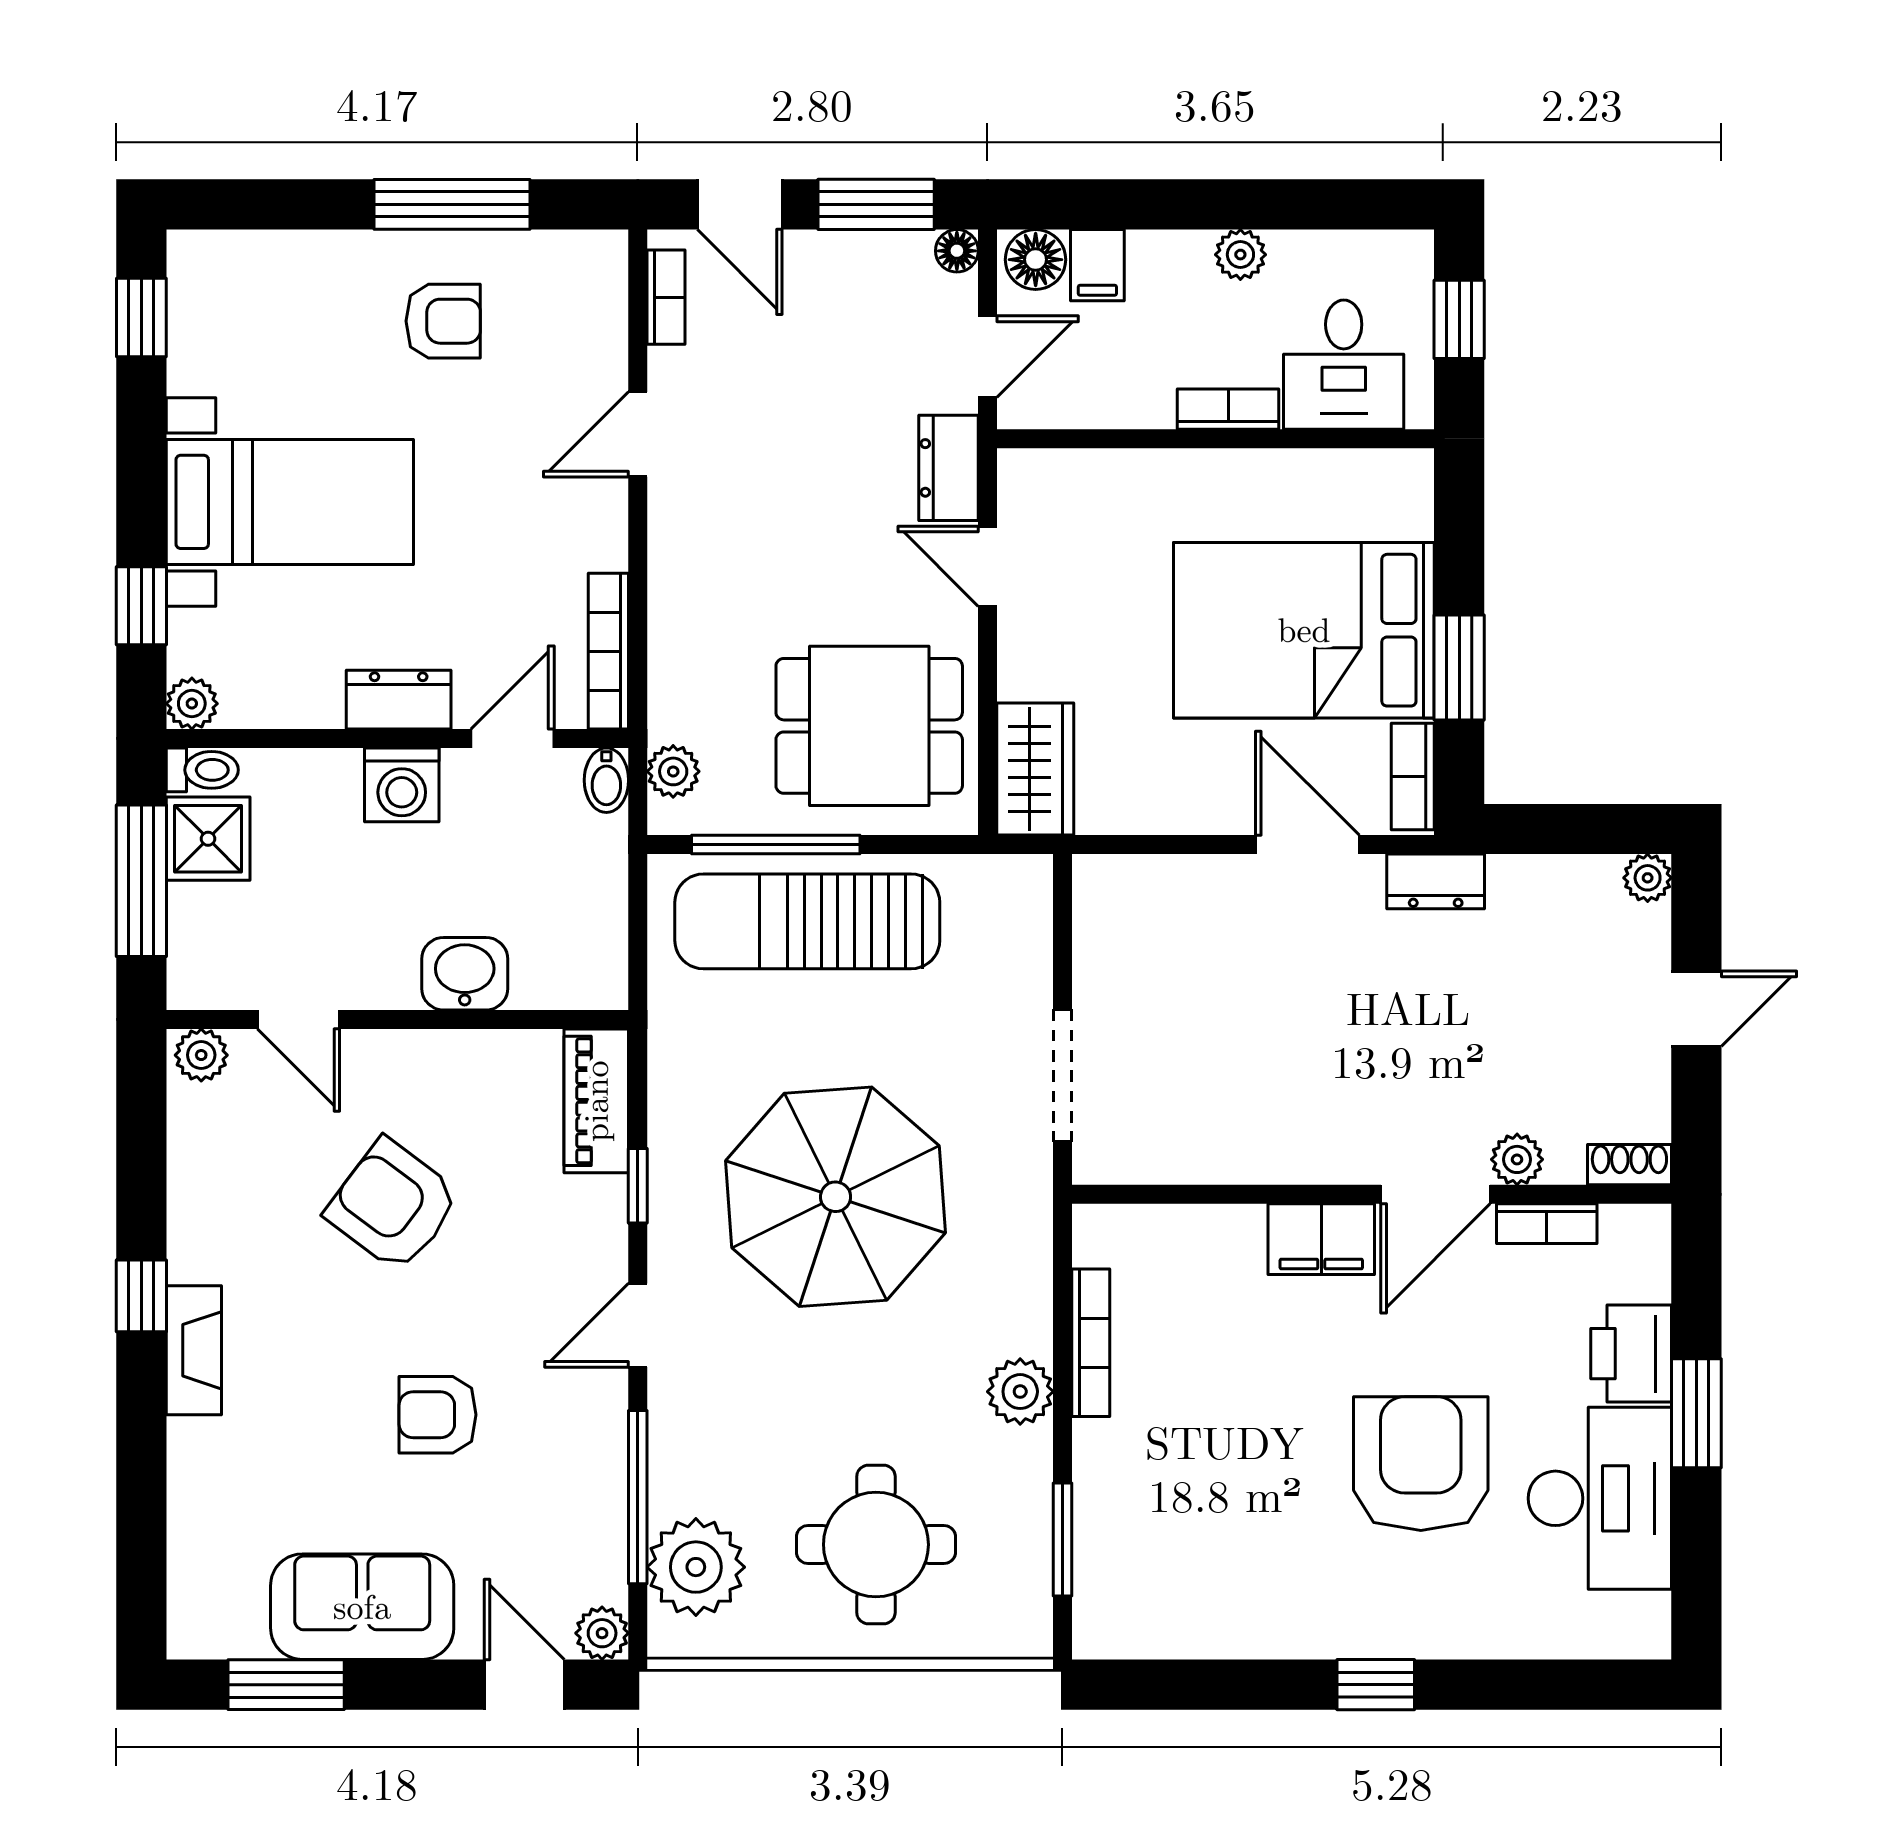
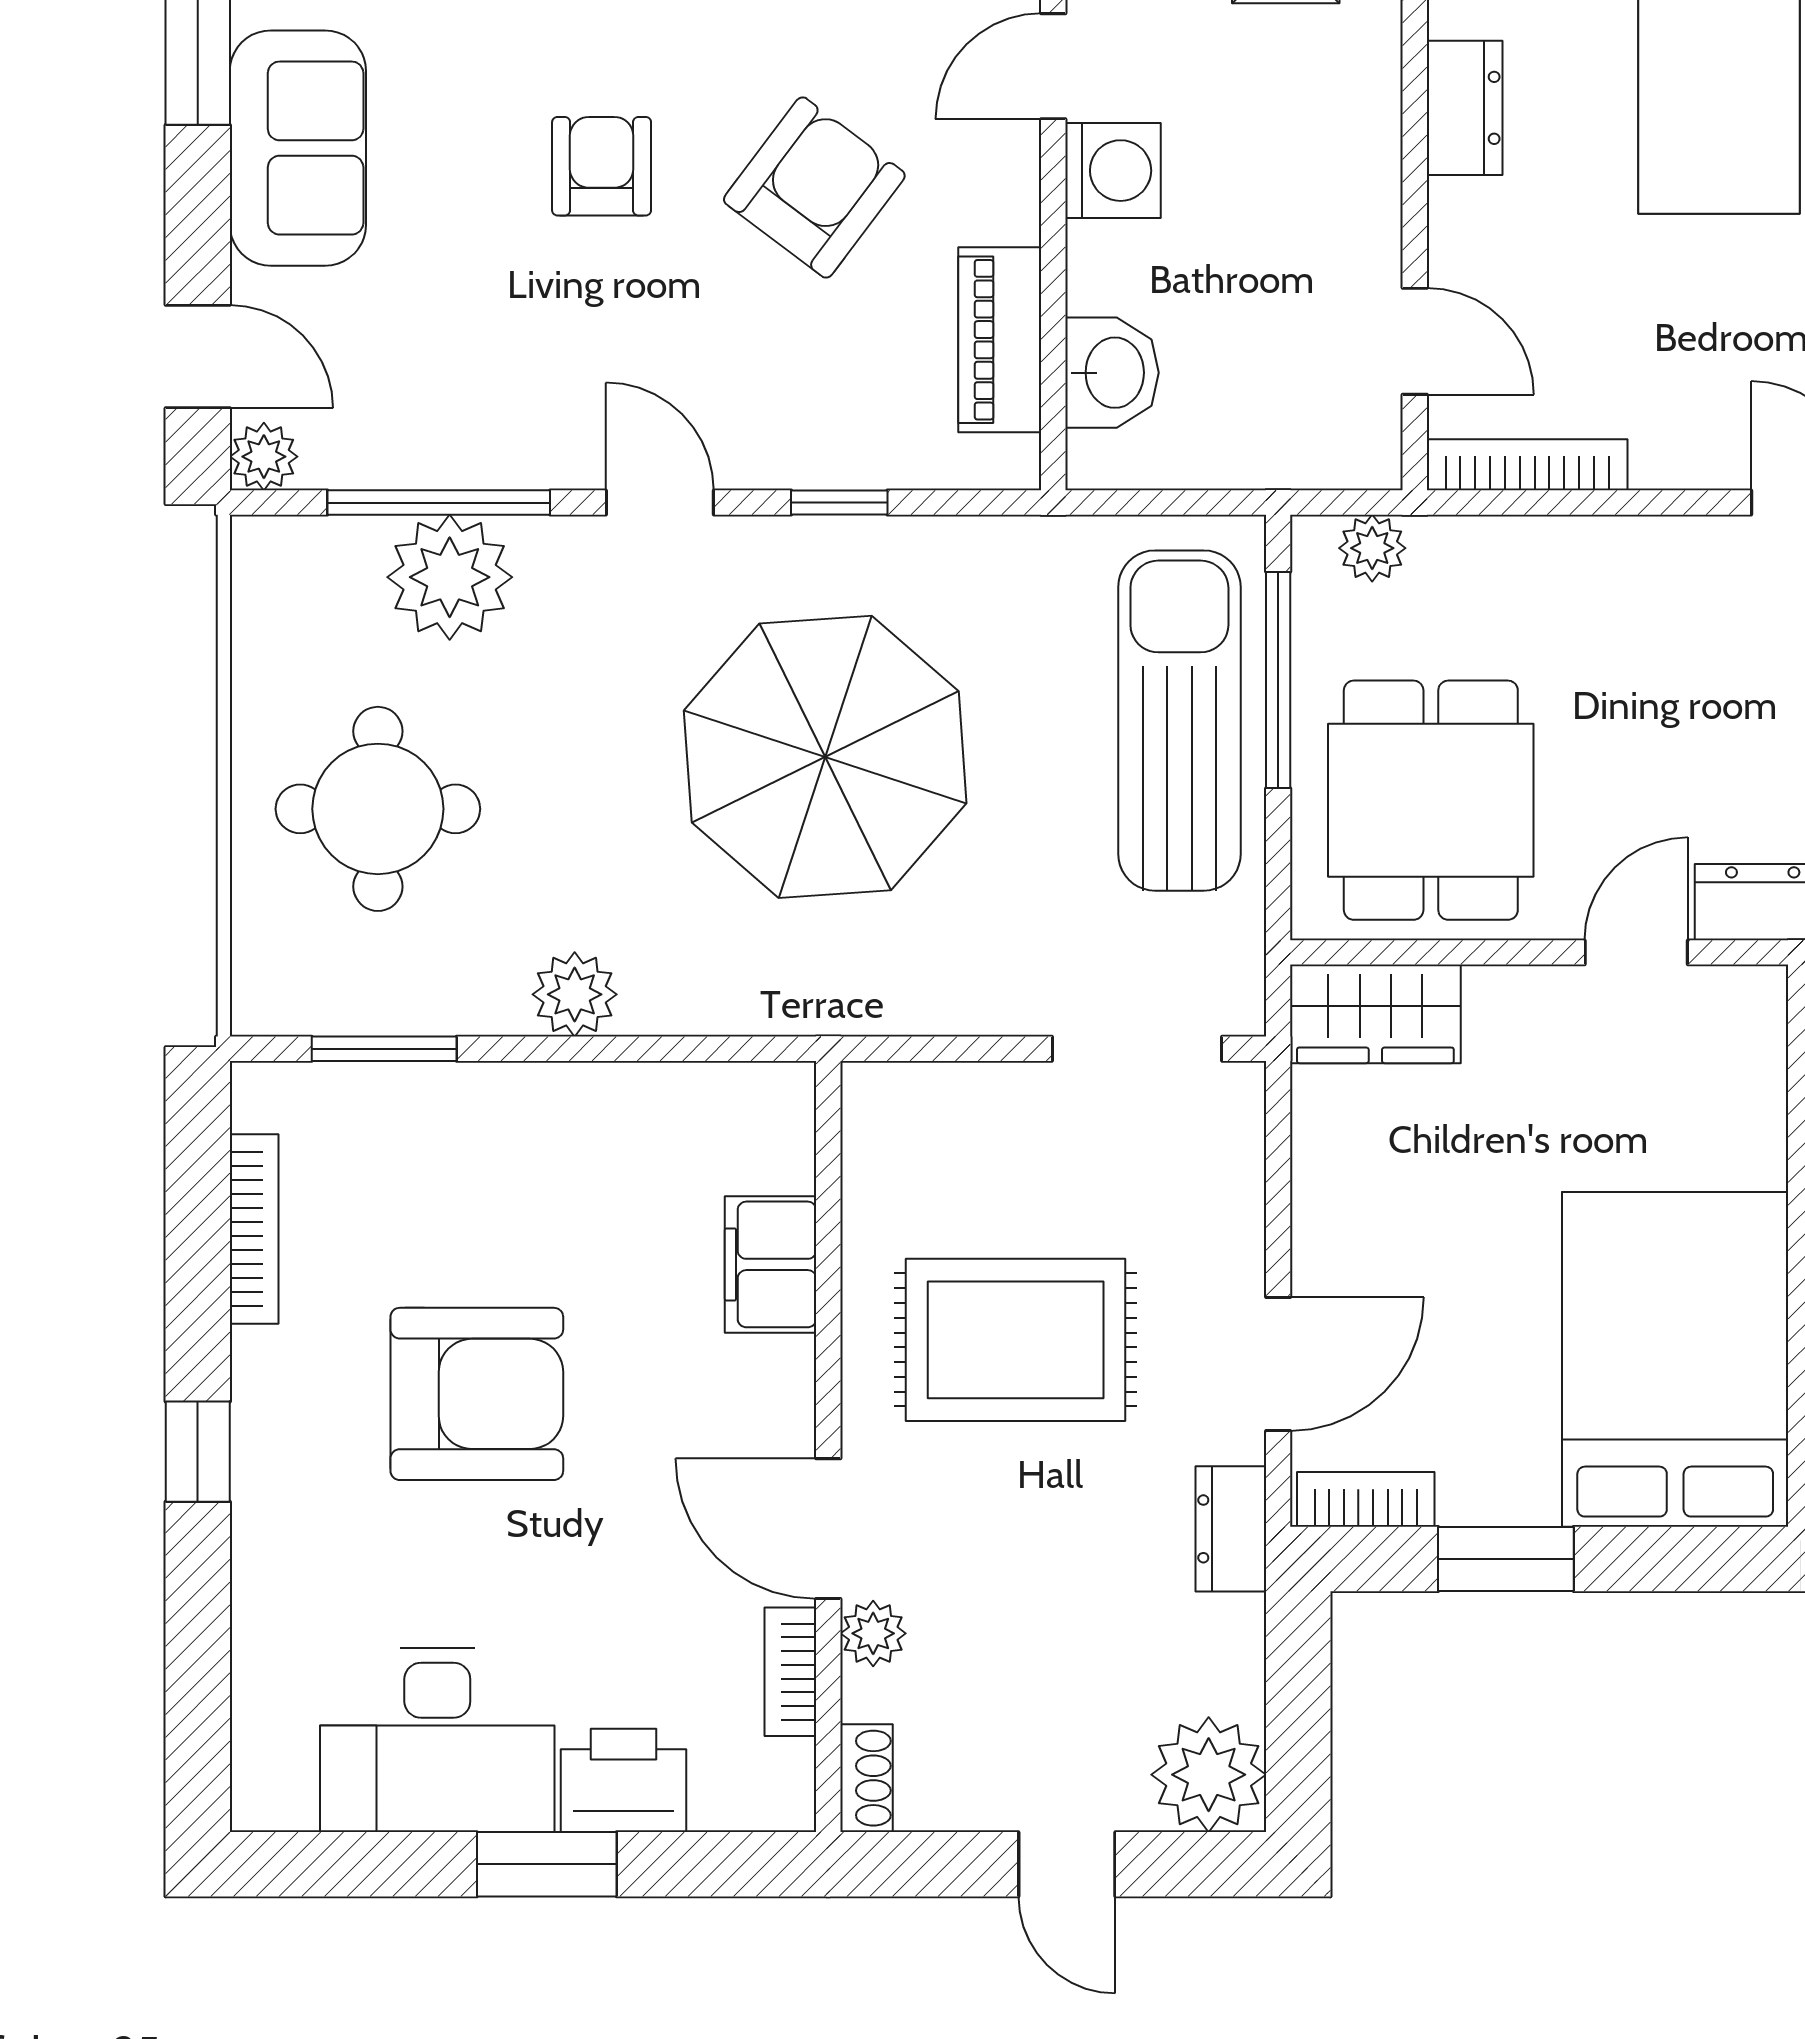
bed: (1304, 630) -> (1675, 1359), moved
dresser: (399, 700) -> (1465, 108), moved
bidet: (606, 780) -> (1361, 462), removed
washing machine: (402, 785) -> (1113, 171), moved, turned 180
plant: (1648, 878) -> (1209, 1775), width x1.87, depth x1.87
washbasin: (465, 974) -> (1112, 373), moved
rug: (1289, 1049) -> (1016, 1340), added
doorway: (1062, 1075) -> (1137, 1049), moved
piano: (596, 1101) -> (1000, 340), moved, turned -90
filing cabinet: (1321, 1239) -> (771, 1264), moved
bookcase: (1091, 1343) -> (254, 1229), moved, turned -90
armchair: (438, 1415) -> (602, 166), moved
armchair: (1421, 1464) -> (477, 1394), moved
plant: (696, 1567) -> (450, 577), moved
door: (524, 1685) -> (198, 357), hinge flipped

